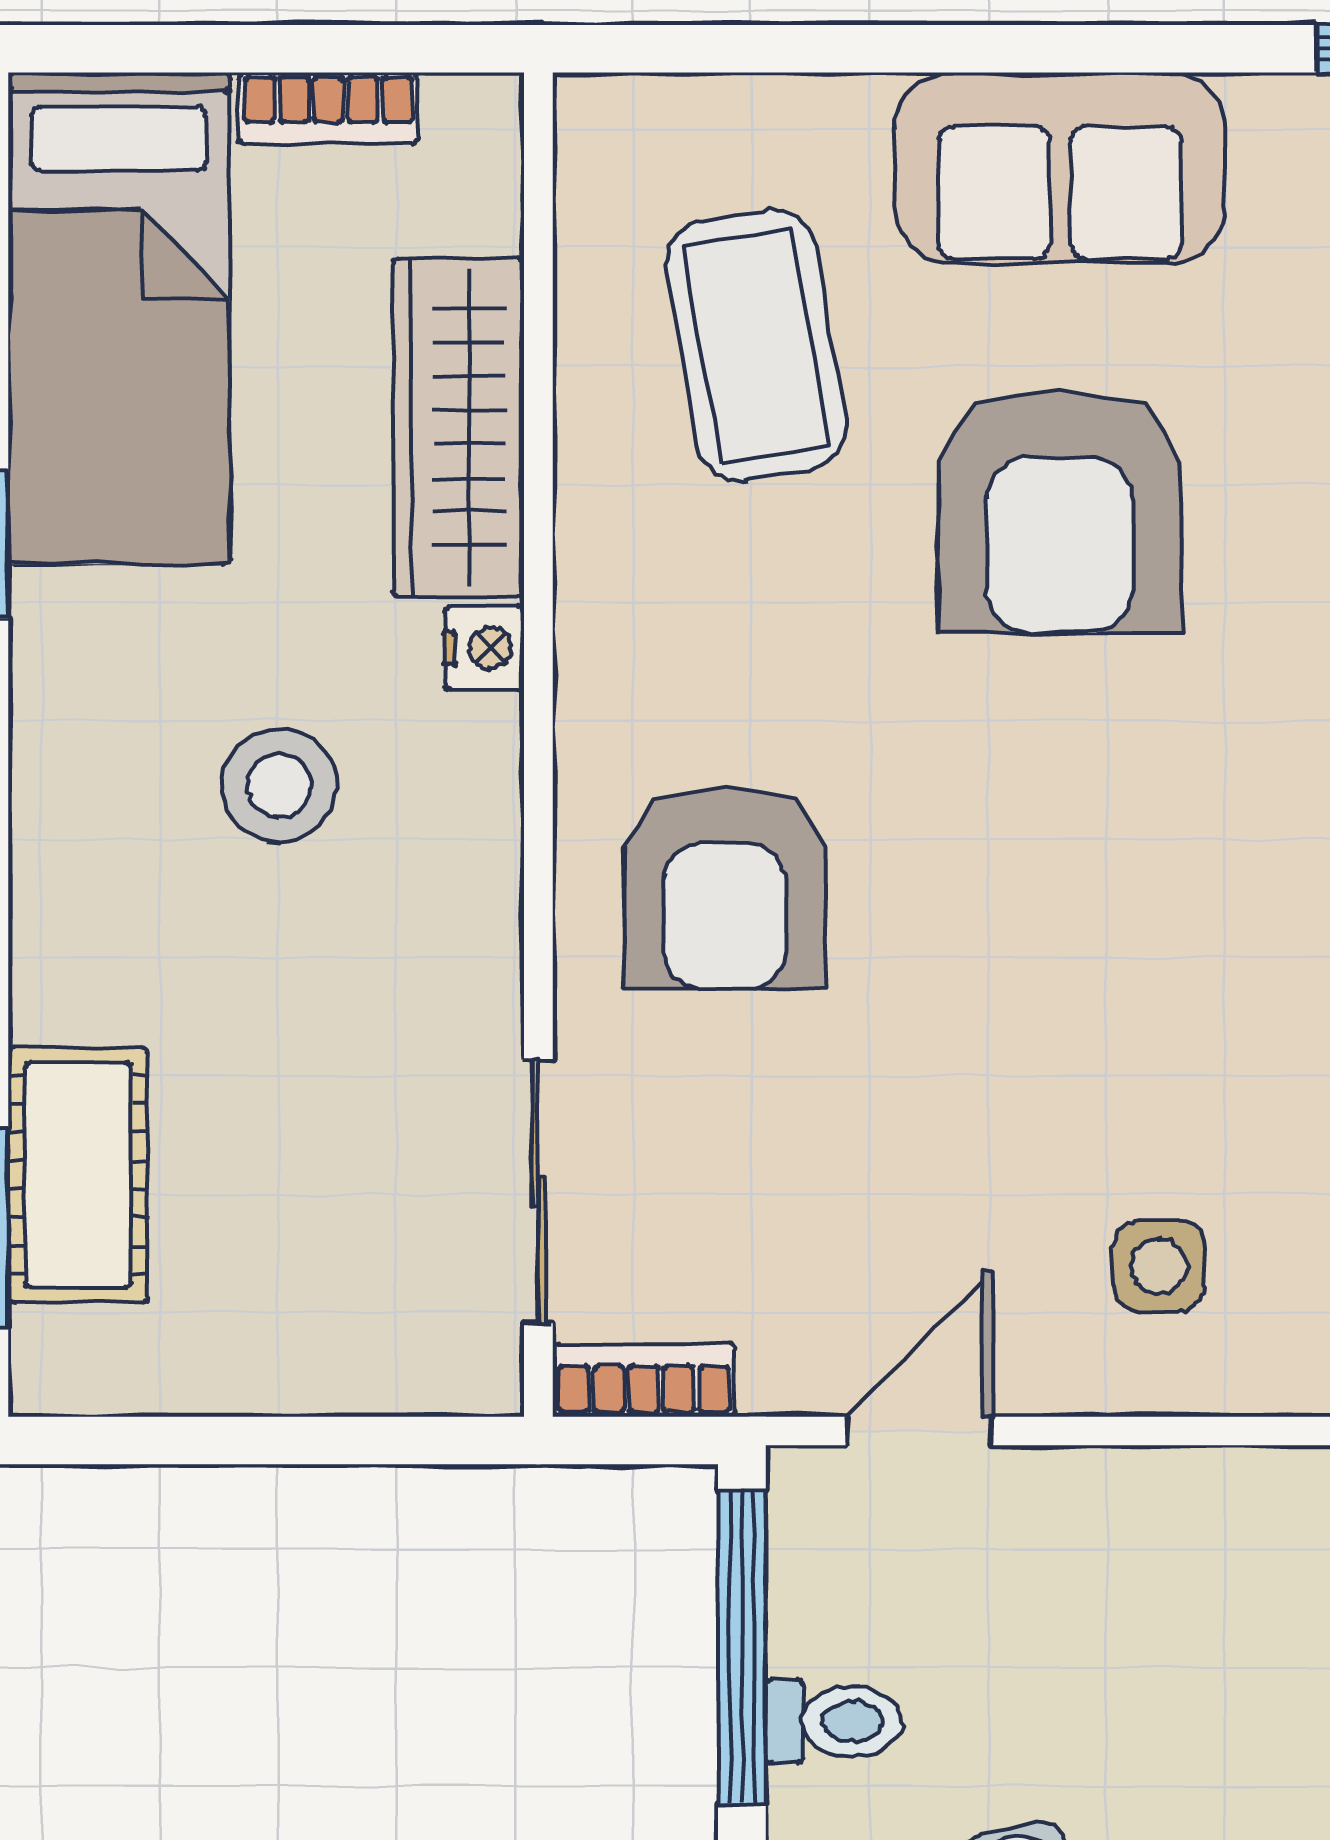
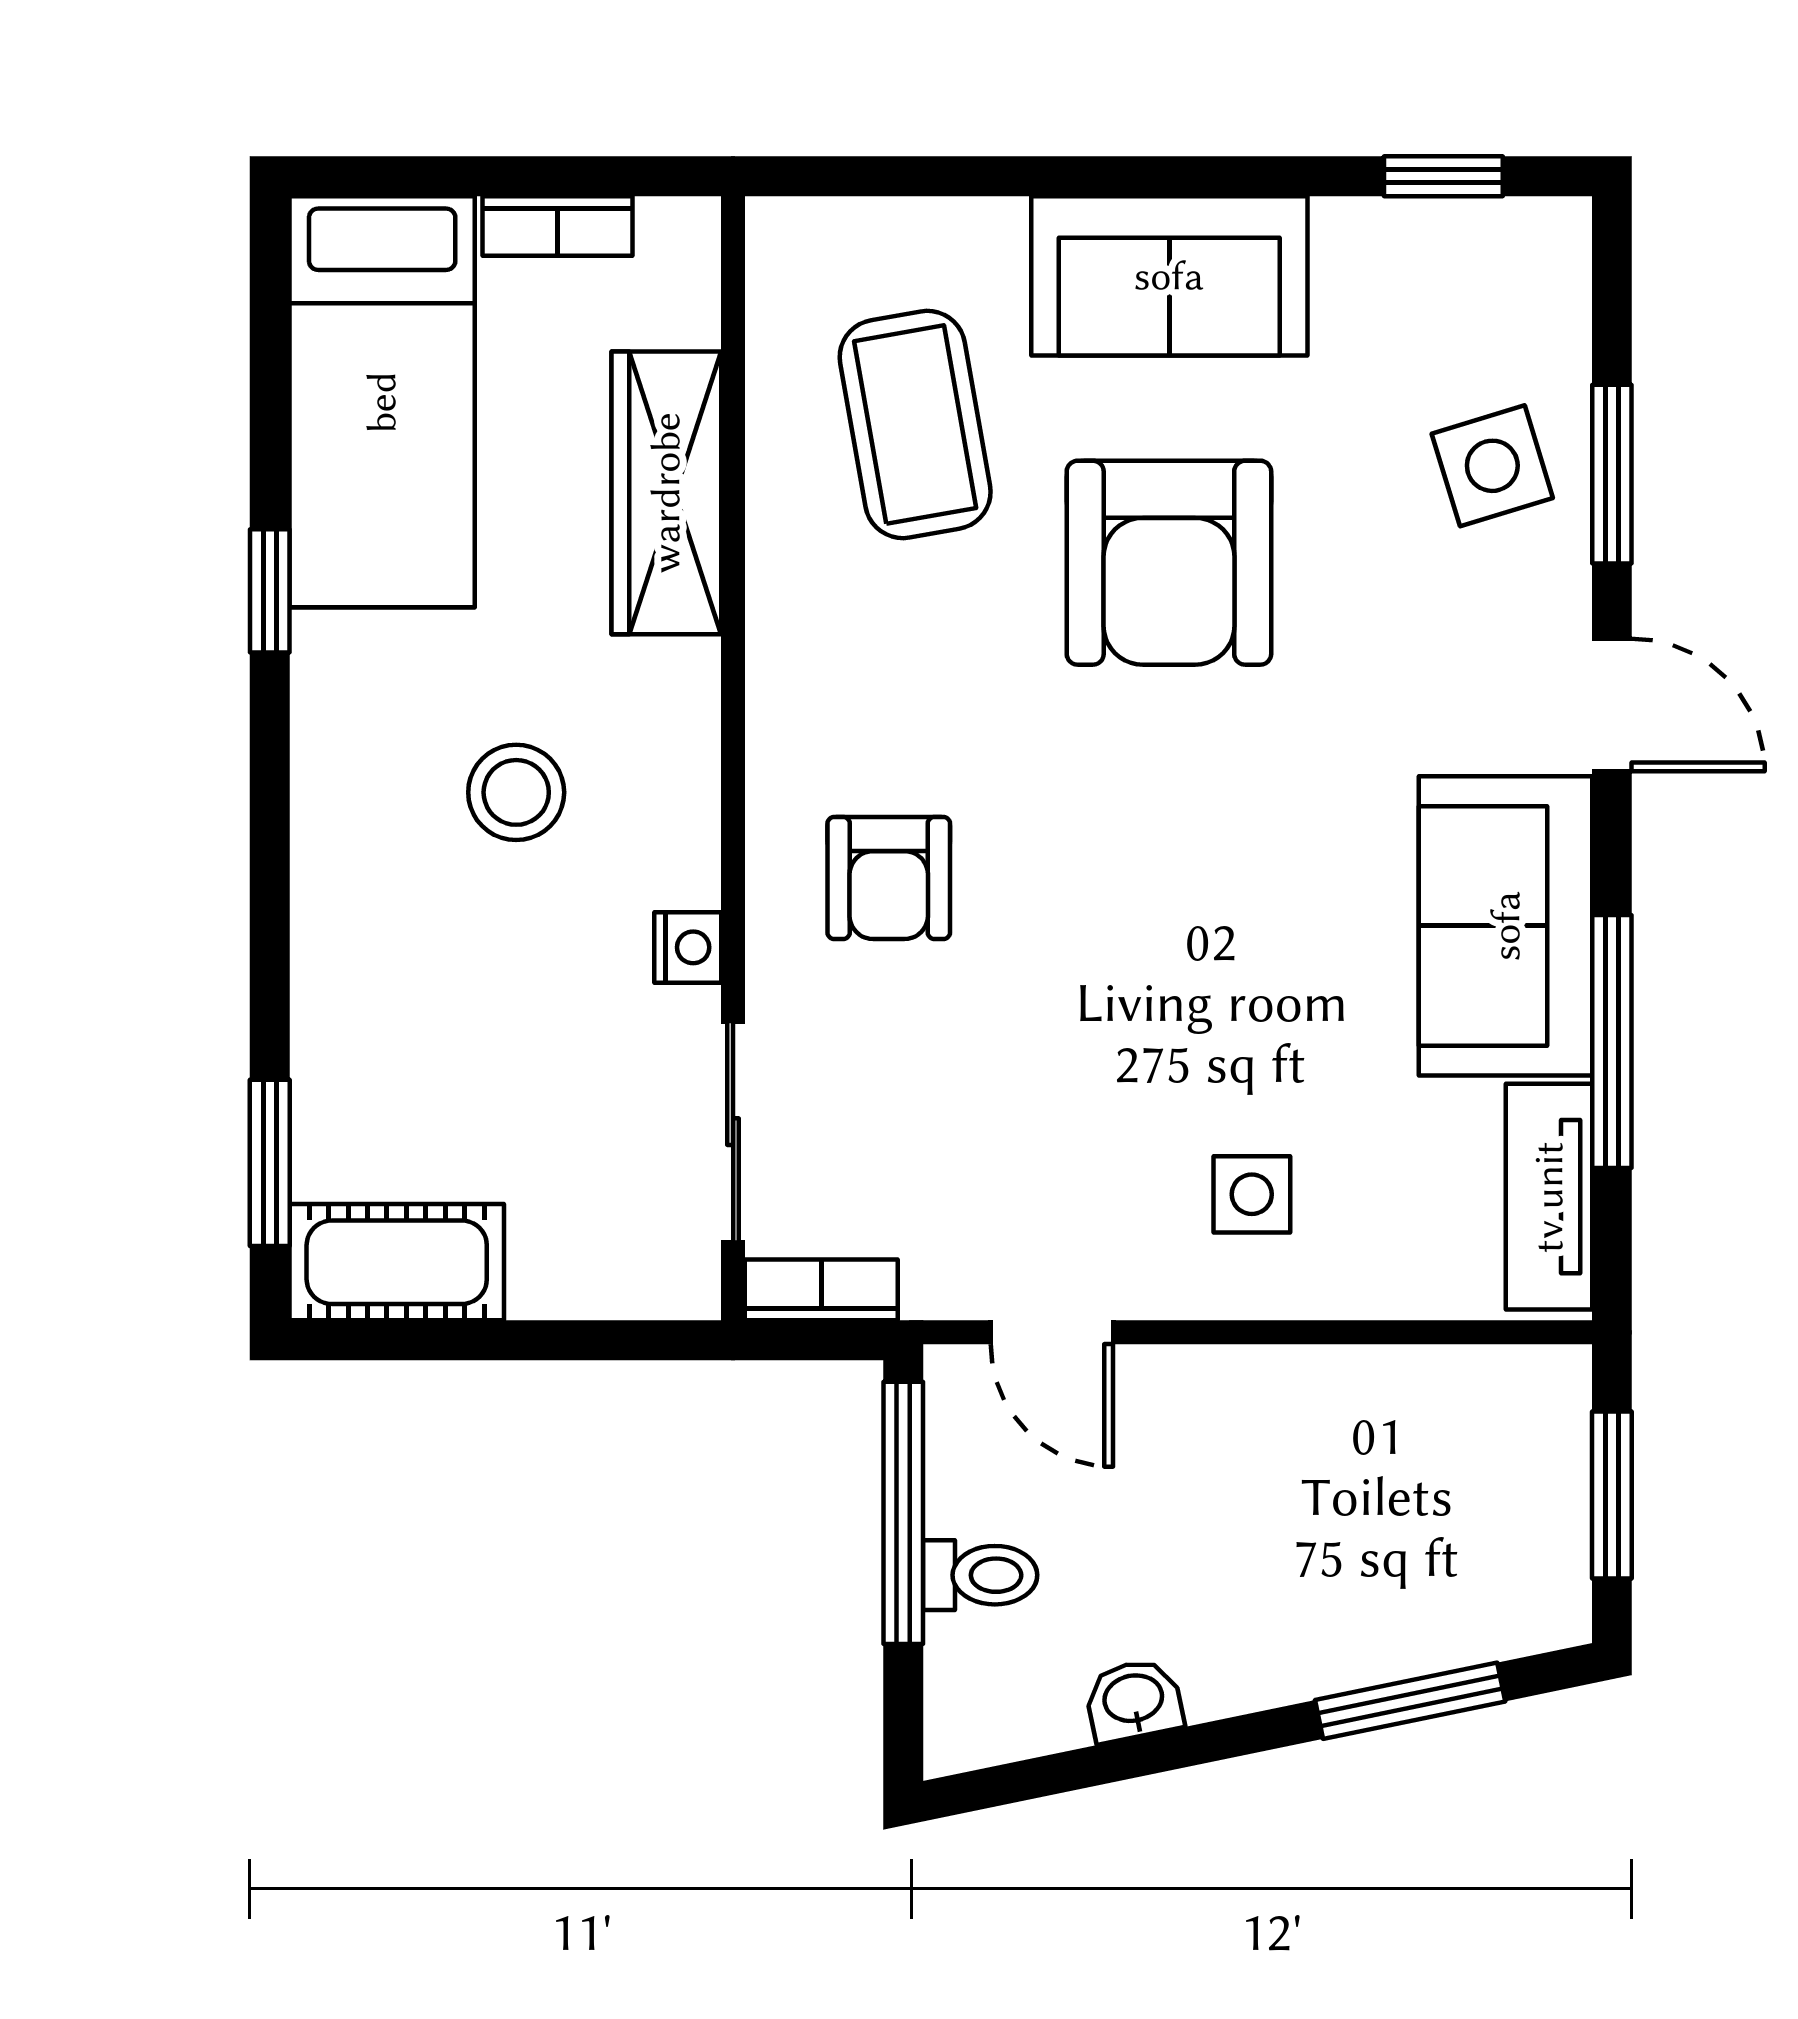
nightstand: (484, 648) -> (688, 947), moved
armchair: (725, 888) -> (889, 878), width x0.72, depth x0.72
cot: (78, 1175) -> (397, 1262), moved, turned 90
door: (920, 1431) -> (1052, 1332), swing flipped

